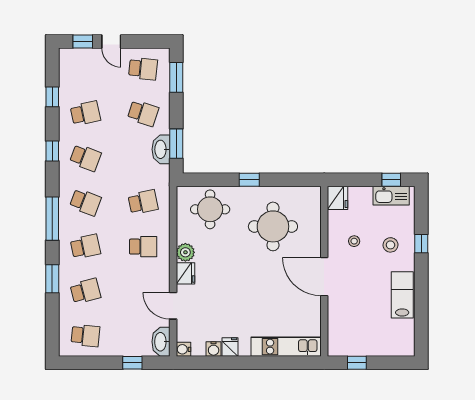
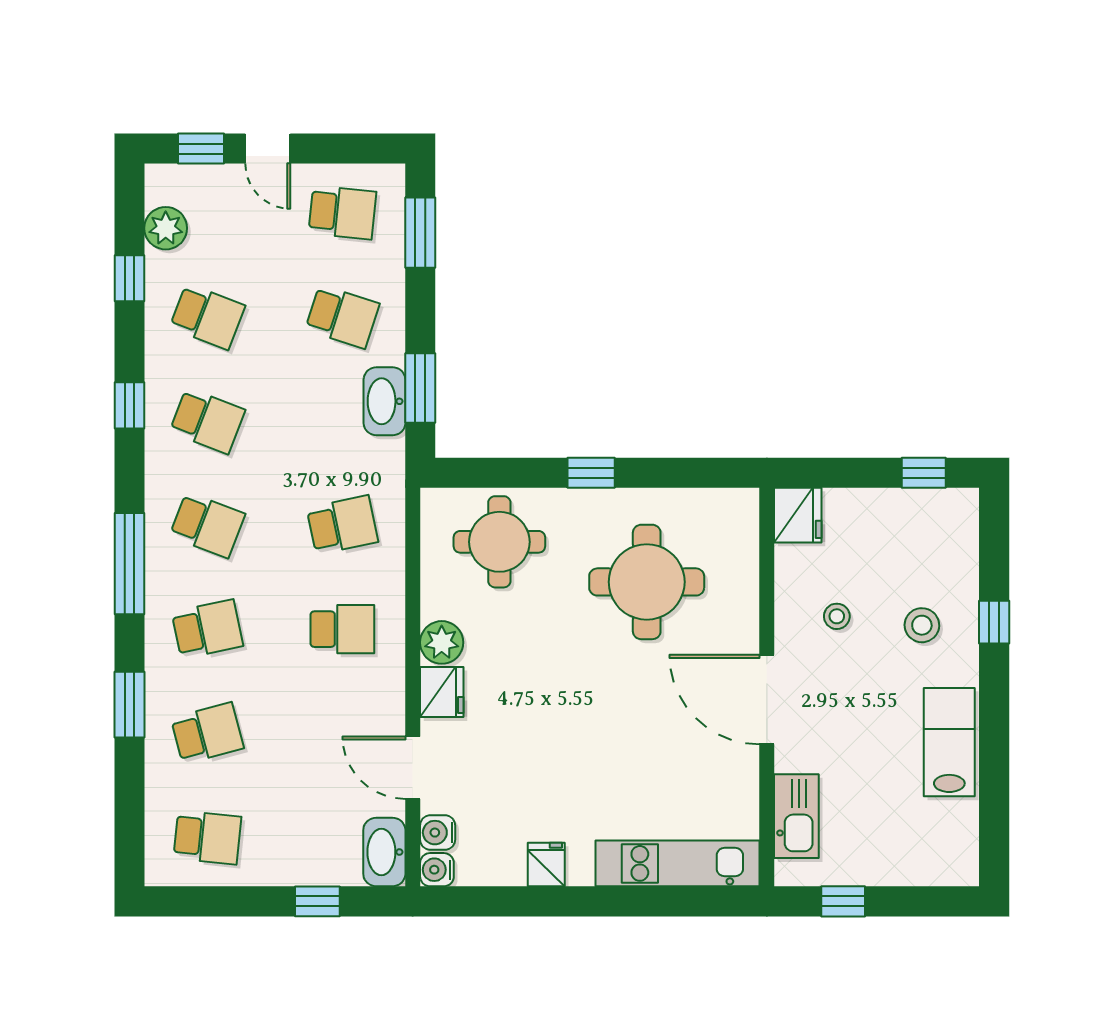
plant: (68, 75) -> (166, 228), added
school desk: (85, 113) -> (207, 317), turned 33
kitchen sink: (391, 196) -> (796, 816), moved, turned -90
water cooler: (214, 349) -> (438, 833), moved, turned 90

